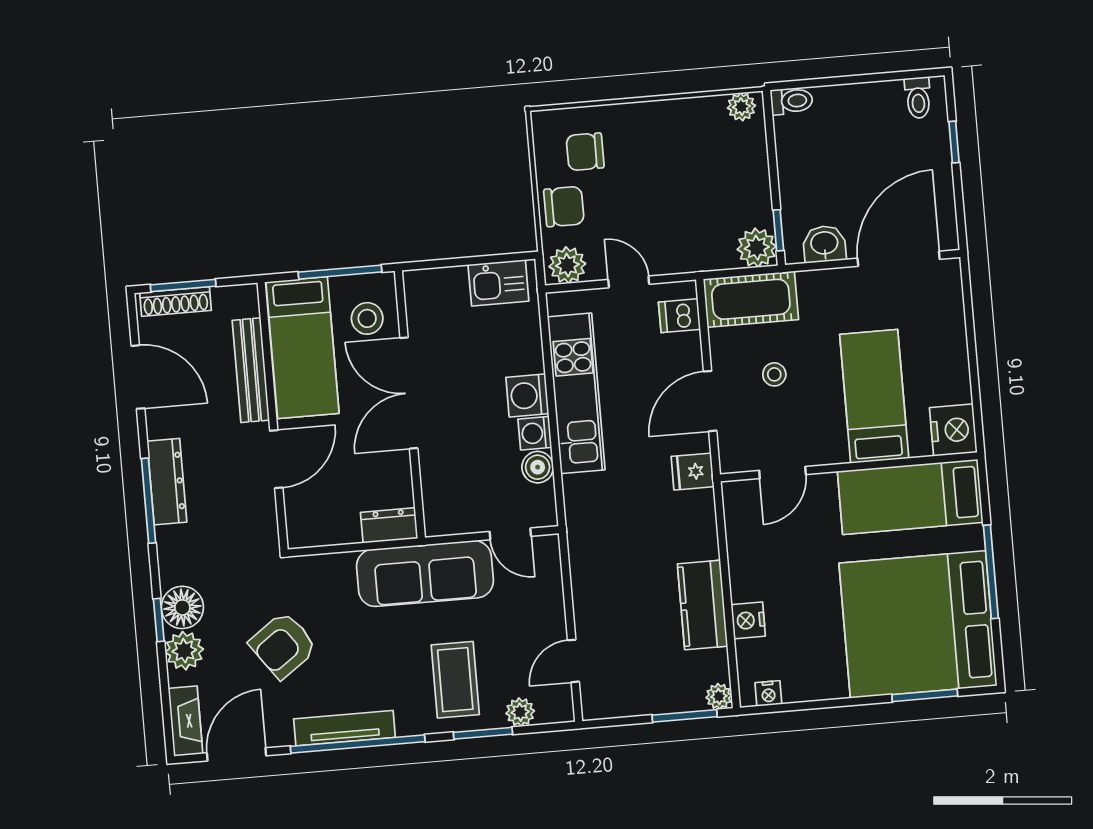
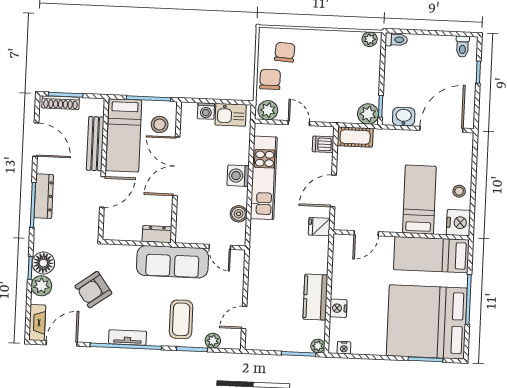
chair: (585, 152) -> (285, 52), turned 94
chair: (564, 207) -> (270, 79), turned -90
cot: (751, 299) -> (355, 137), width x0.73, depth x0.75
stool: (774, 374) -> (459, 191), moved
washing machine: (535, 433) -> (206, 111), moved, turned -90
tv unit: (345, 728) -> (128, 337), width x0.71

